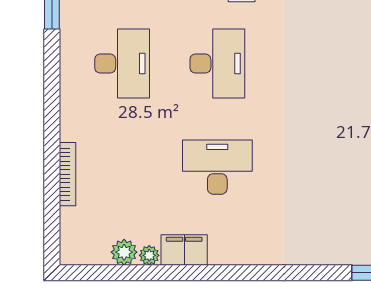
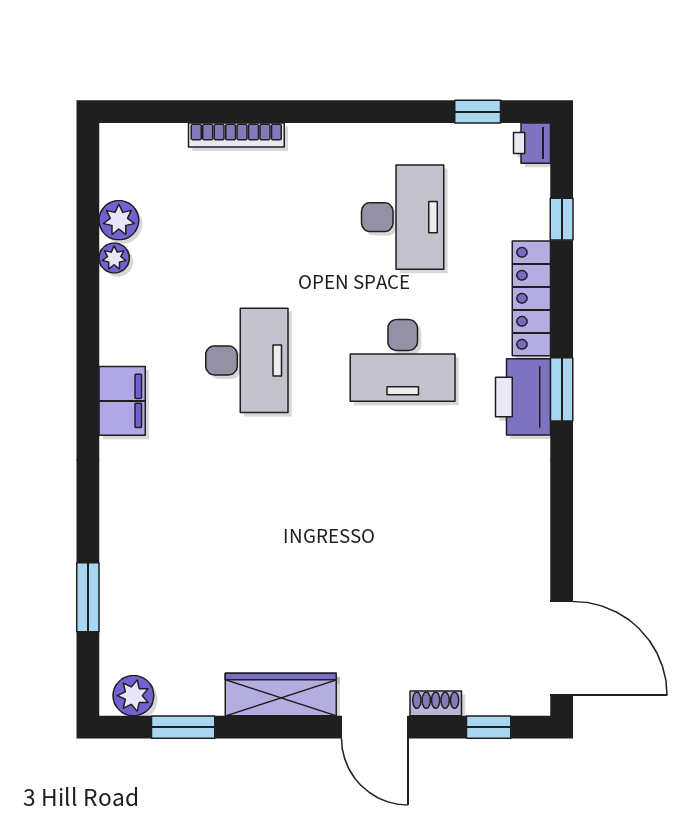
desk: (122, 64) -> (403, 217), turned -90
filing cabinet: (184, 250) -> (122, 401), moved

